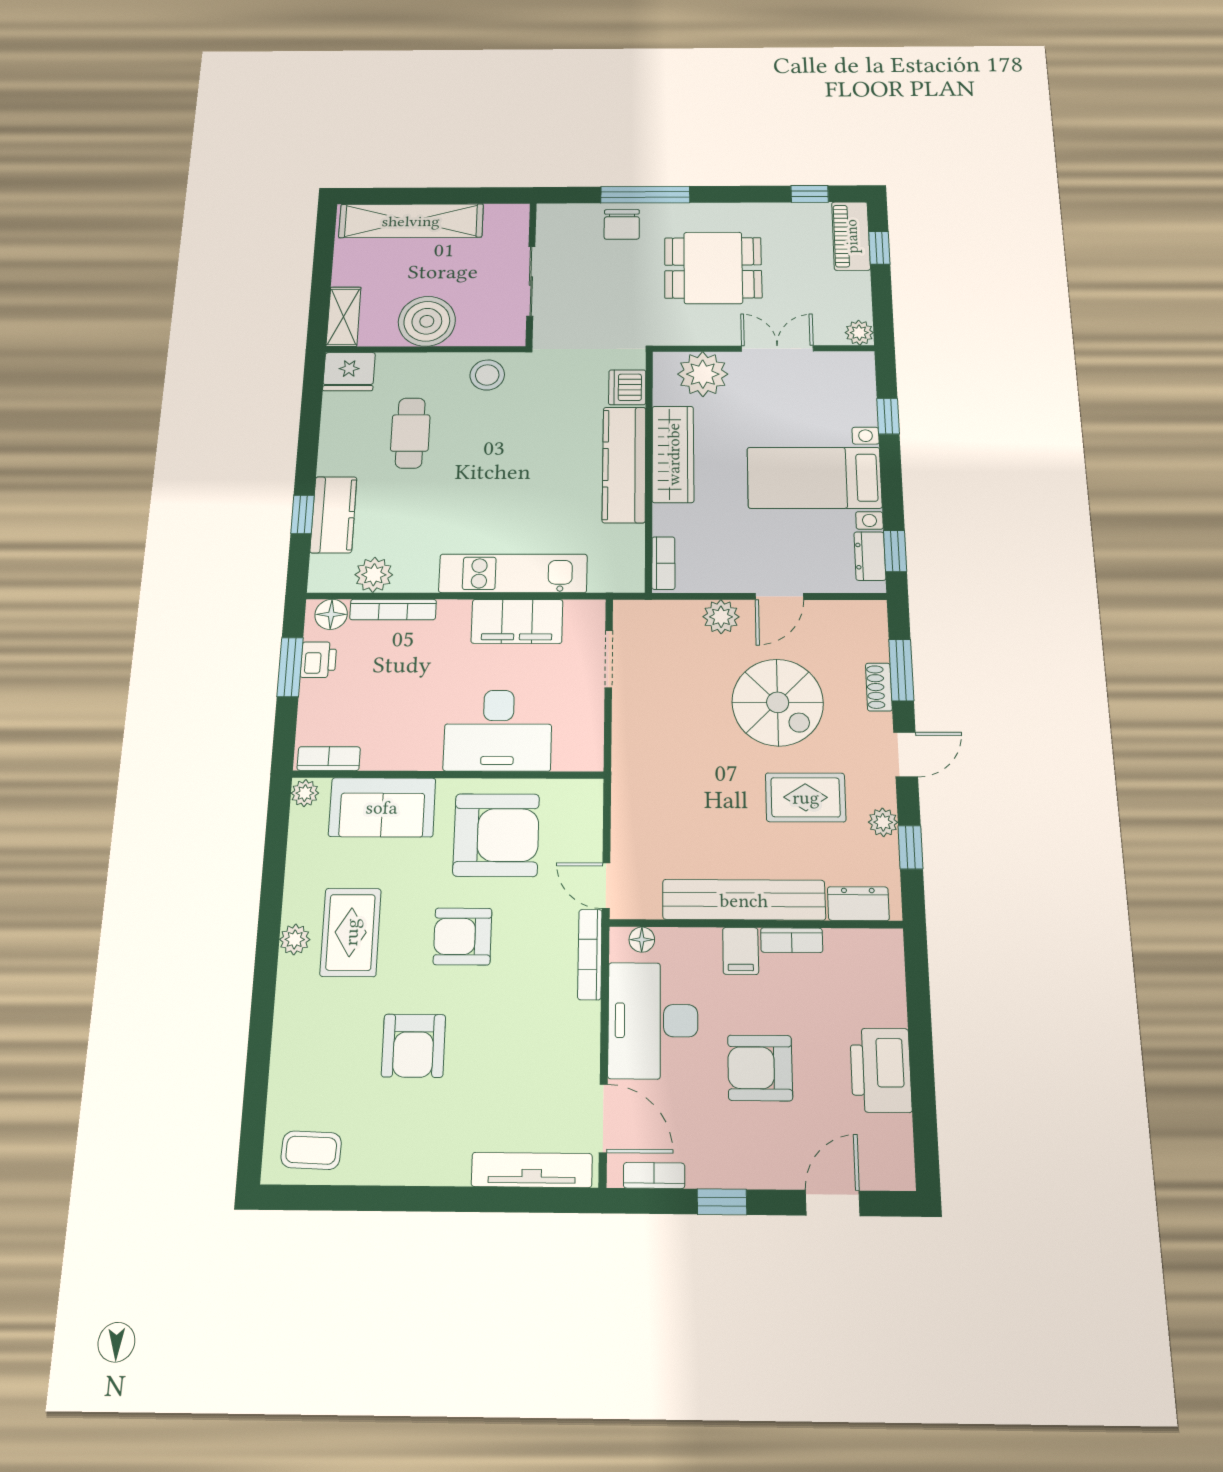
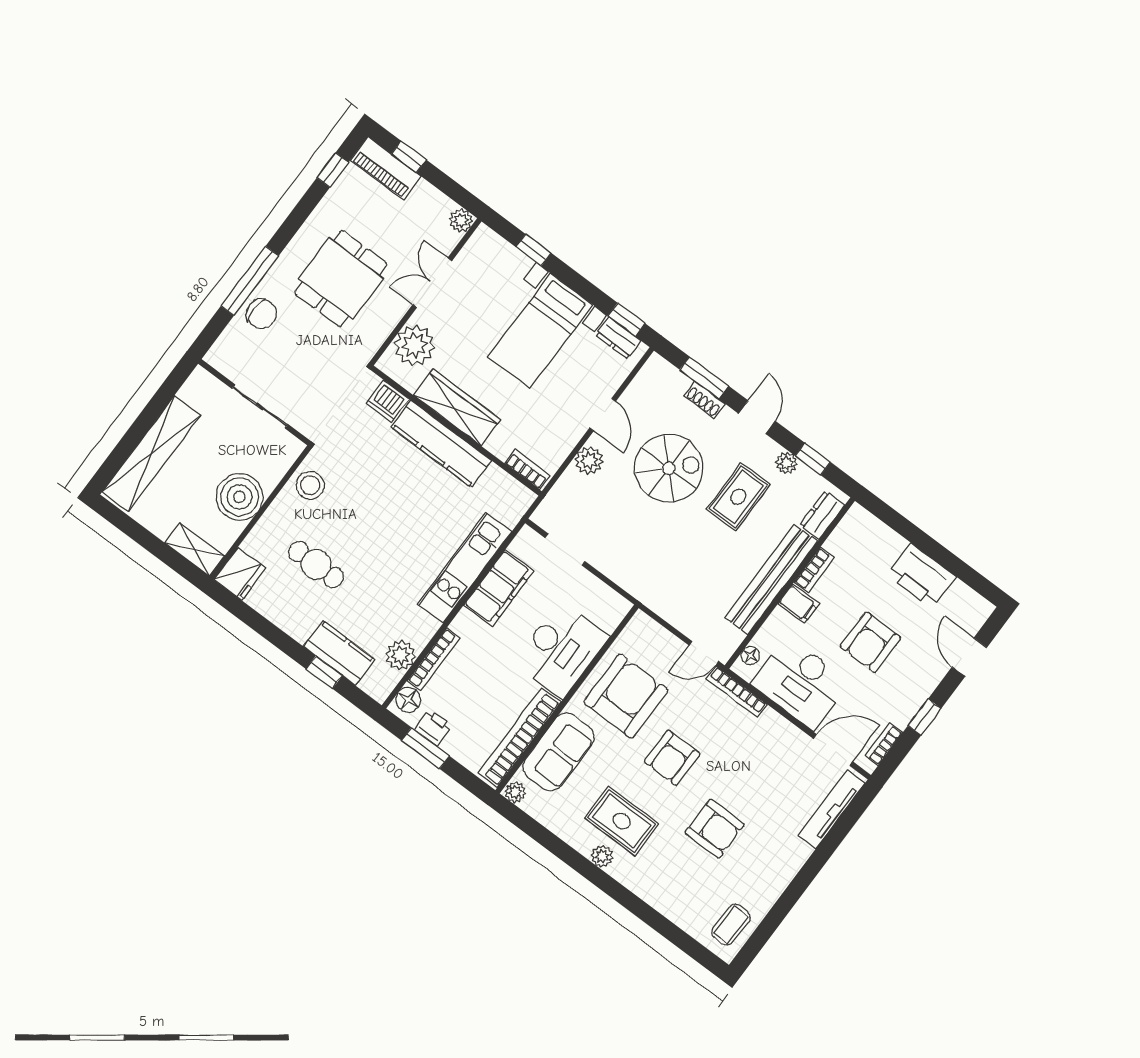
bookcase: (329, 759) -> (520, 738), width x2.31, depth x1.31

